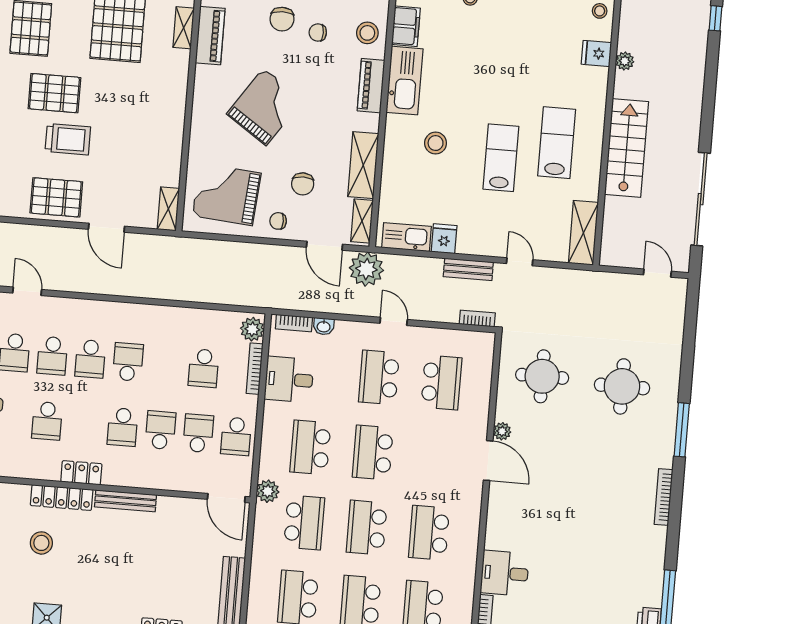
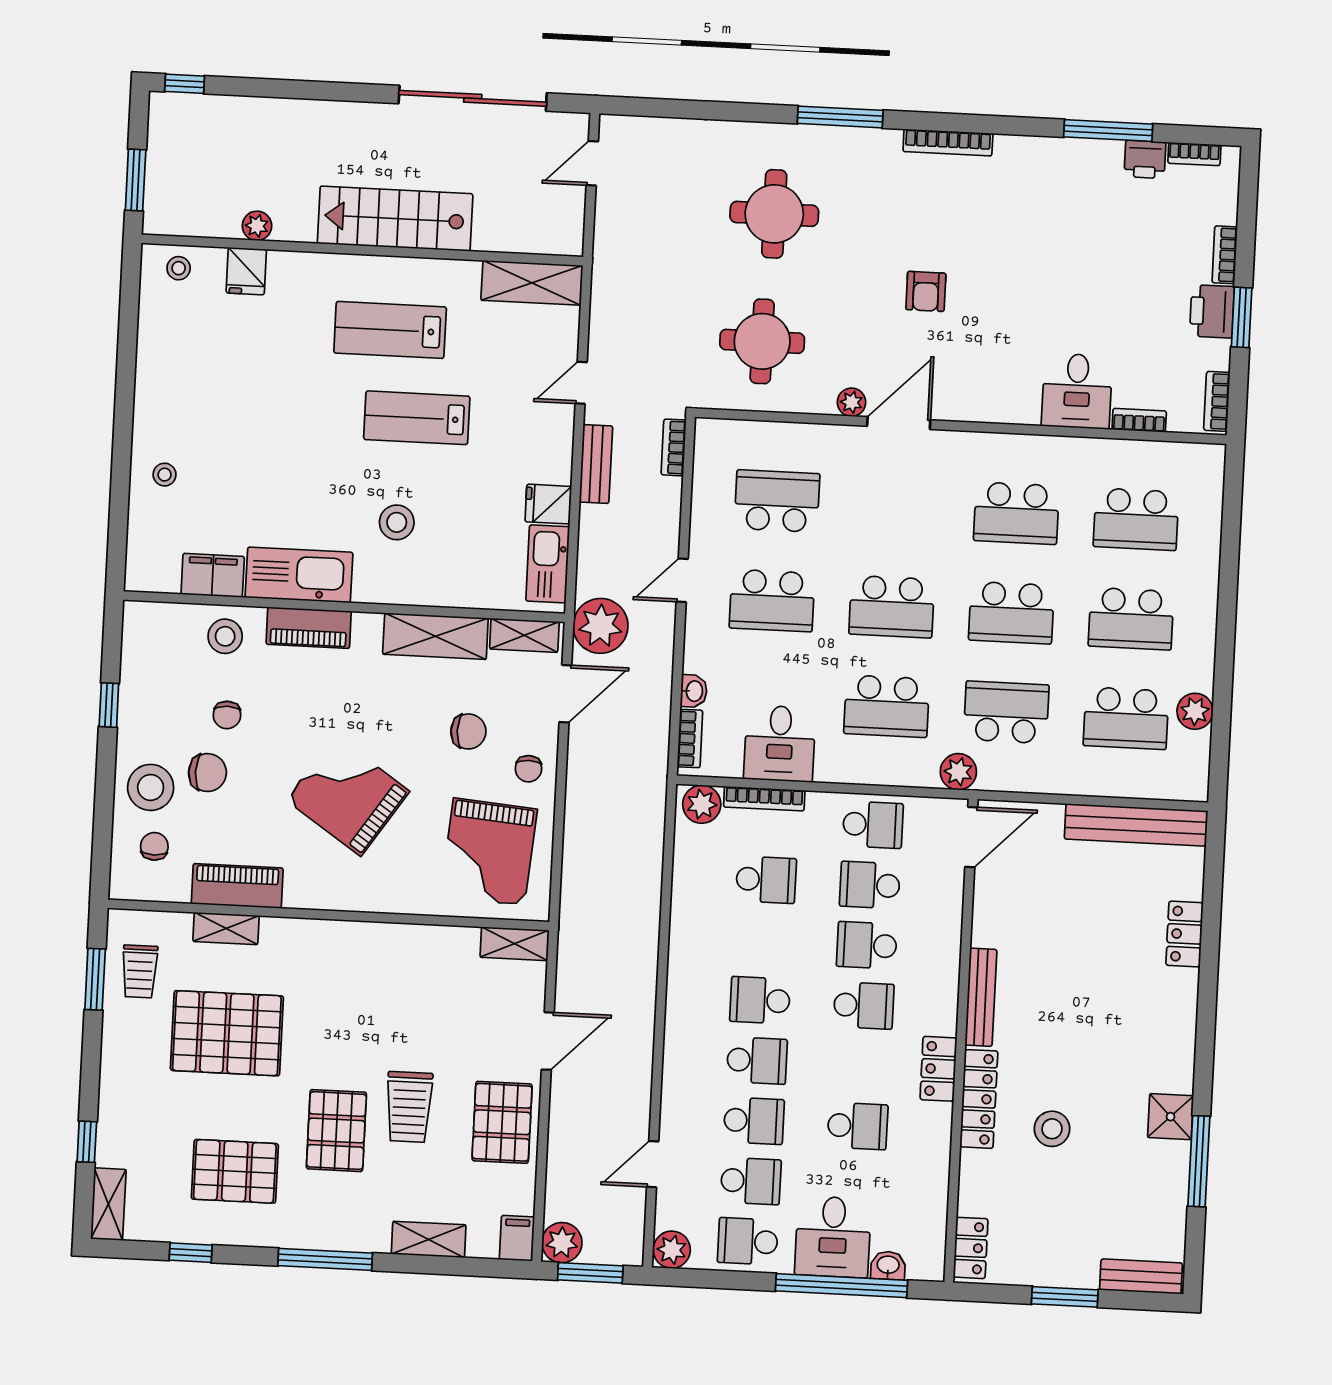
trolley: (68, 139) -> (409, 1107), turned 180
armchair: (570, 480) -> (926, 291), added

